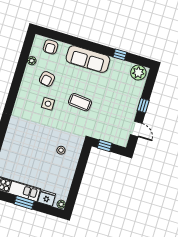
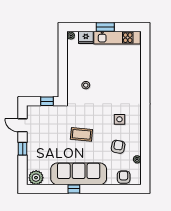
window: (120, 55) -> (74, 189), moved
sofa: (88, 59) -> (79, 174), width x1.36, depth x1.27
side table: (48, 104) -> (119, 119), moved

